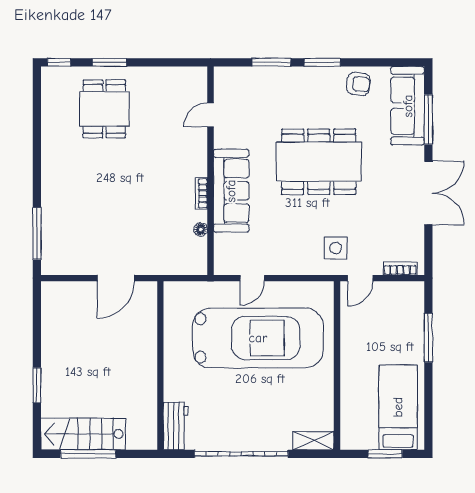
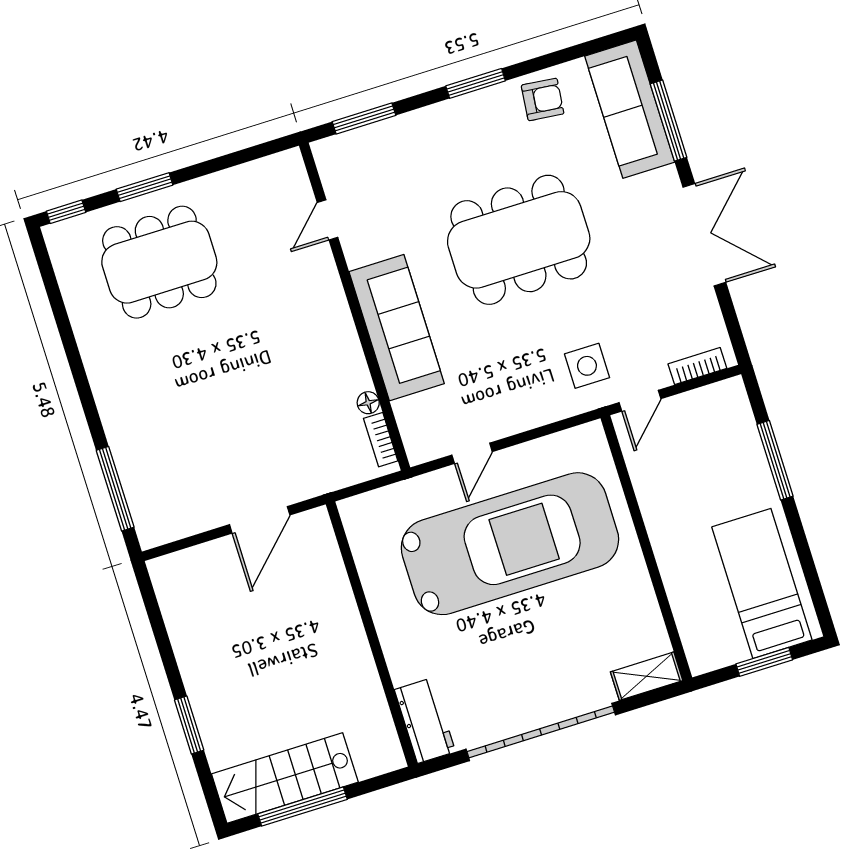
window: (272, 62) -> (364, 118), moved
dining table: (104, 109) -> (159, 262), width x1.38
bookcase: (201, 193) -> (381, 440), moved

